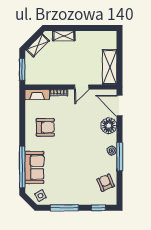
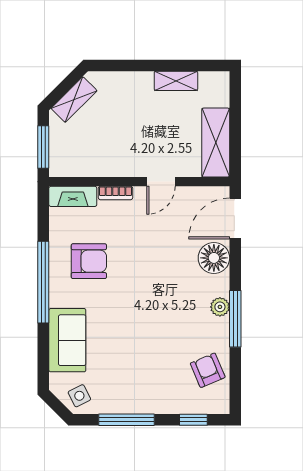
shelving: (64, 36) -> (176, 81), moved
door: (120, 106) -> (235, 218), hinge flipped
window: (22, 167) -> (43, 282), moved

